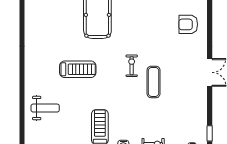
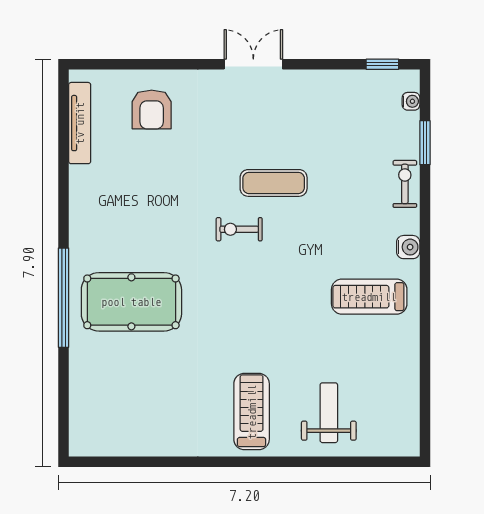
treadmill: (78, 69) -> (252, 412), moved

